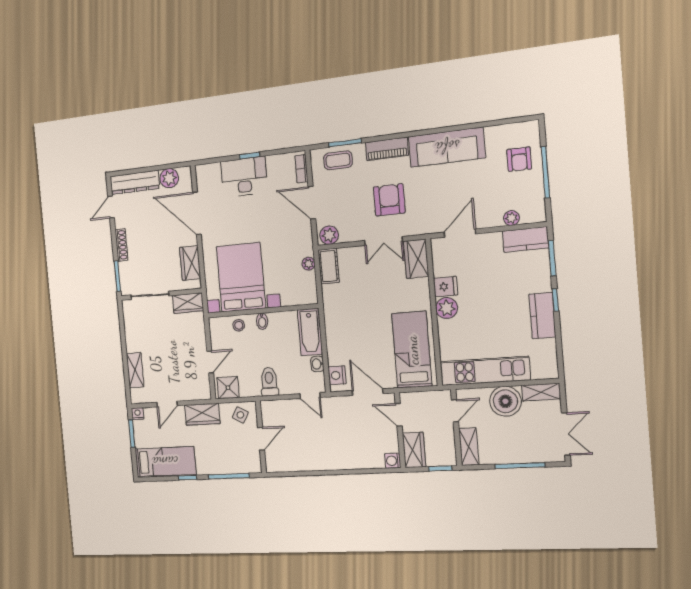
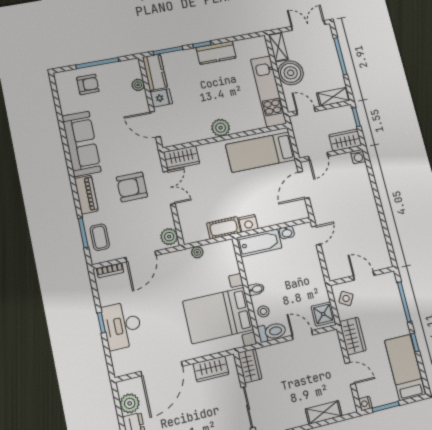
cot: (329, 266) -> (224, 228), moved
fridge: (446, 287) -> (161, 98), moved, turned 90
nightstand: (337, 375) -> (248, 223), moved
toilet: (269, 382) -> (272, 332), moved, turned 180

